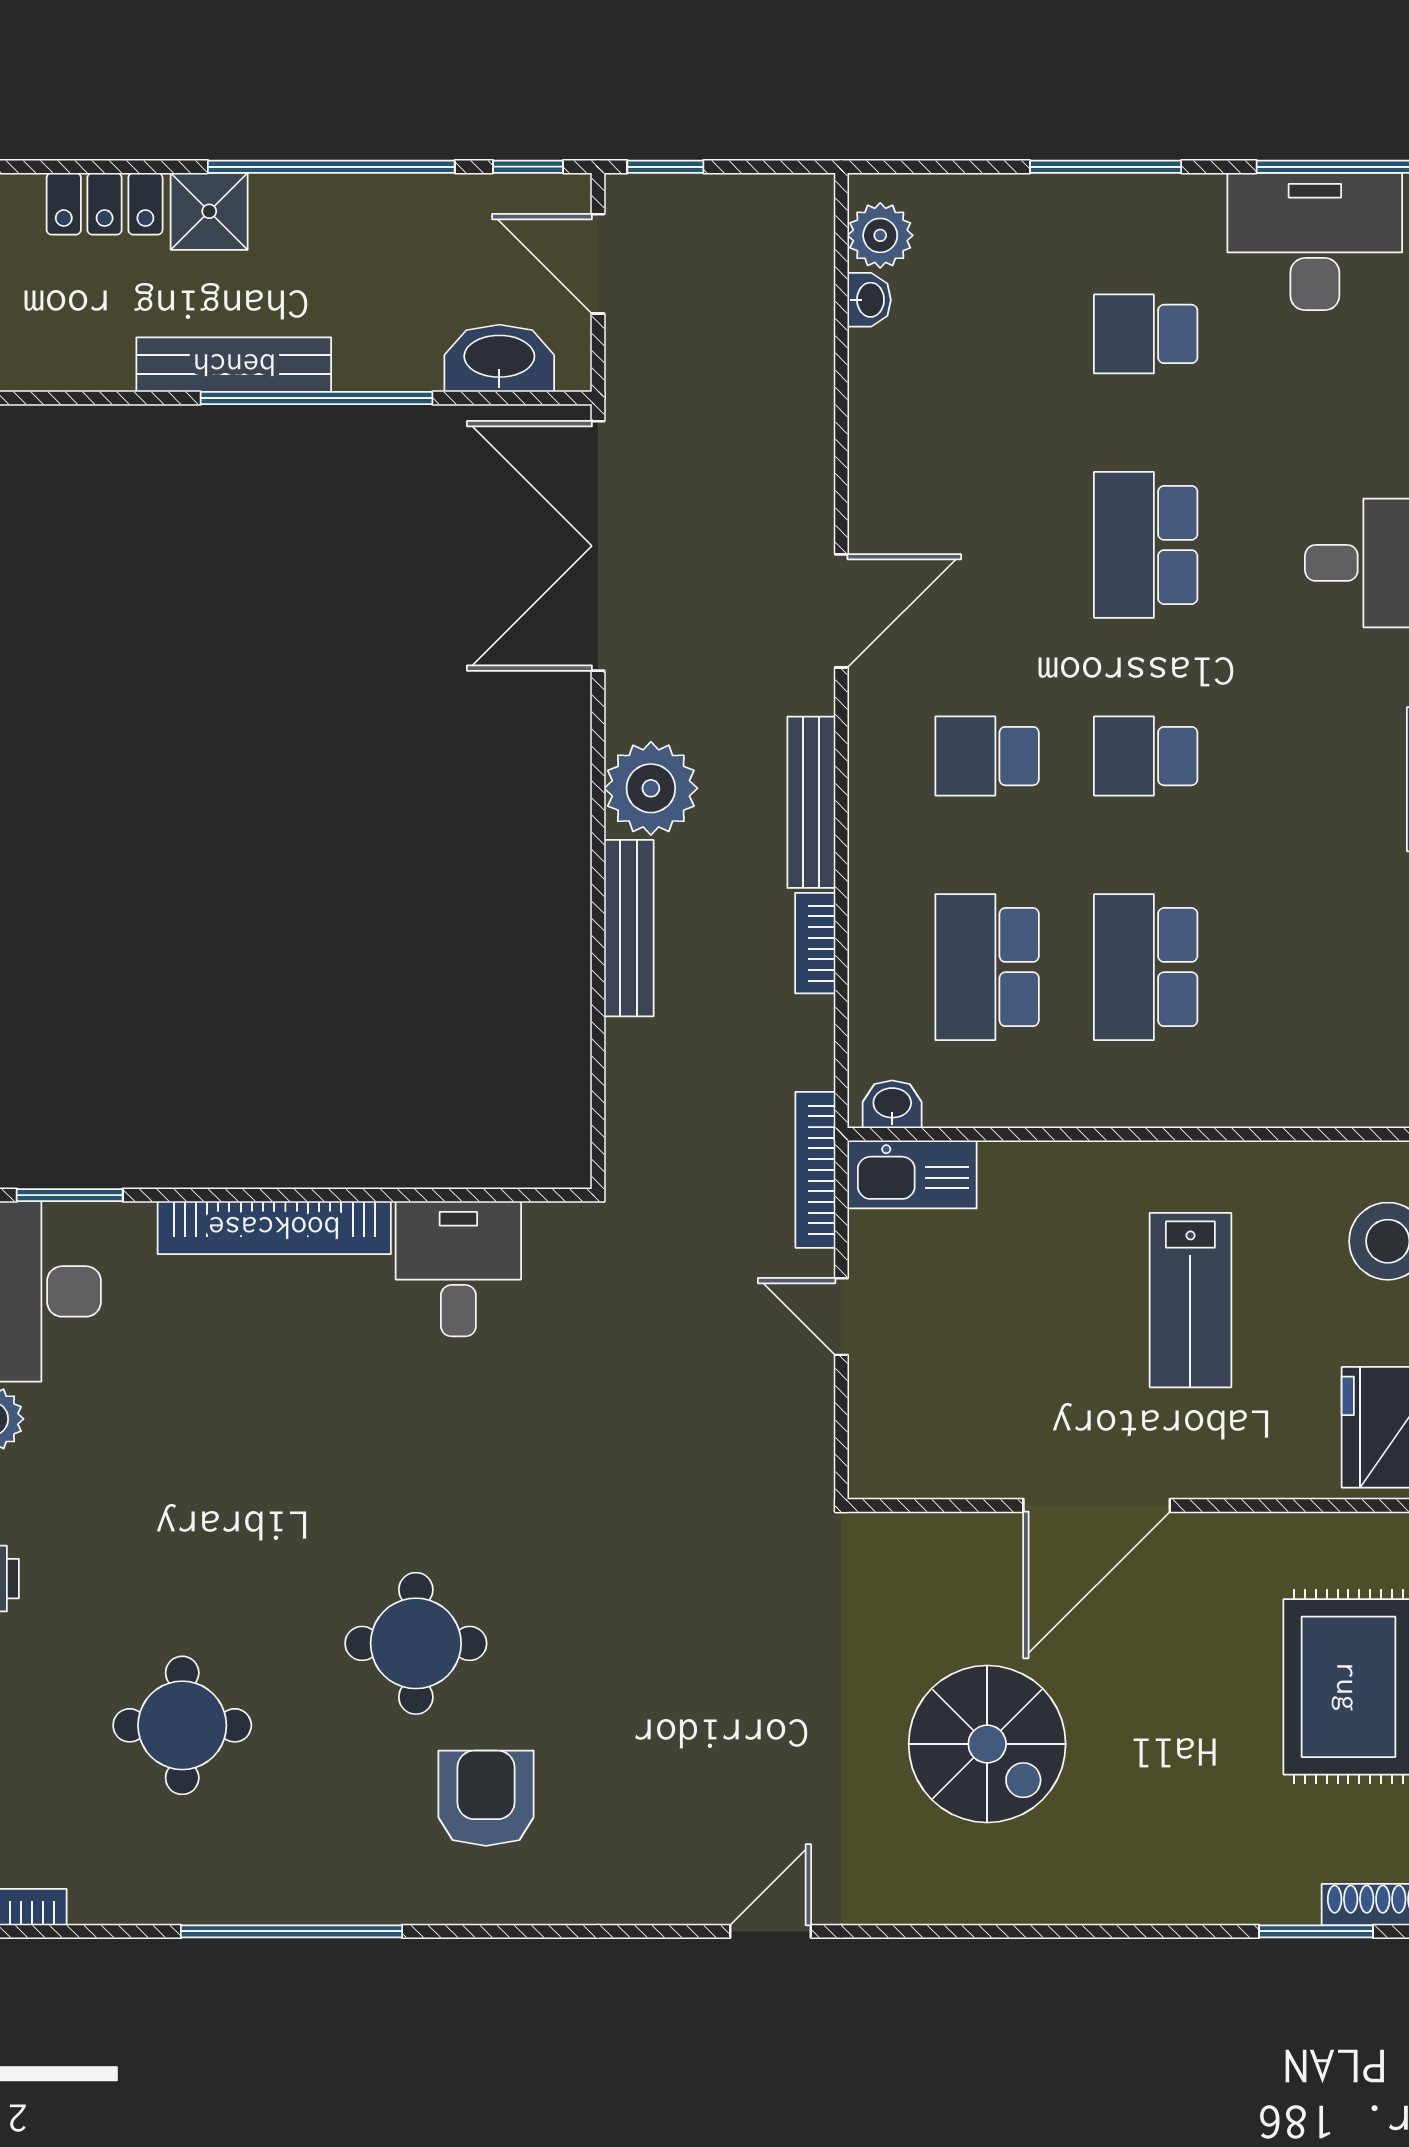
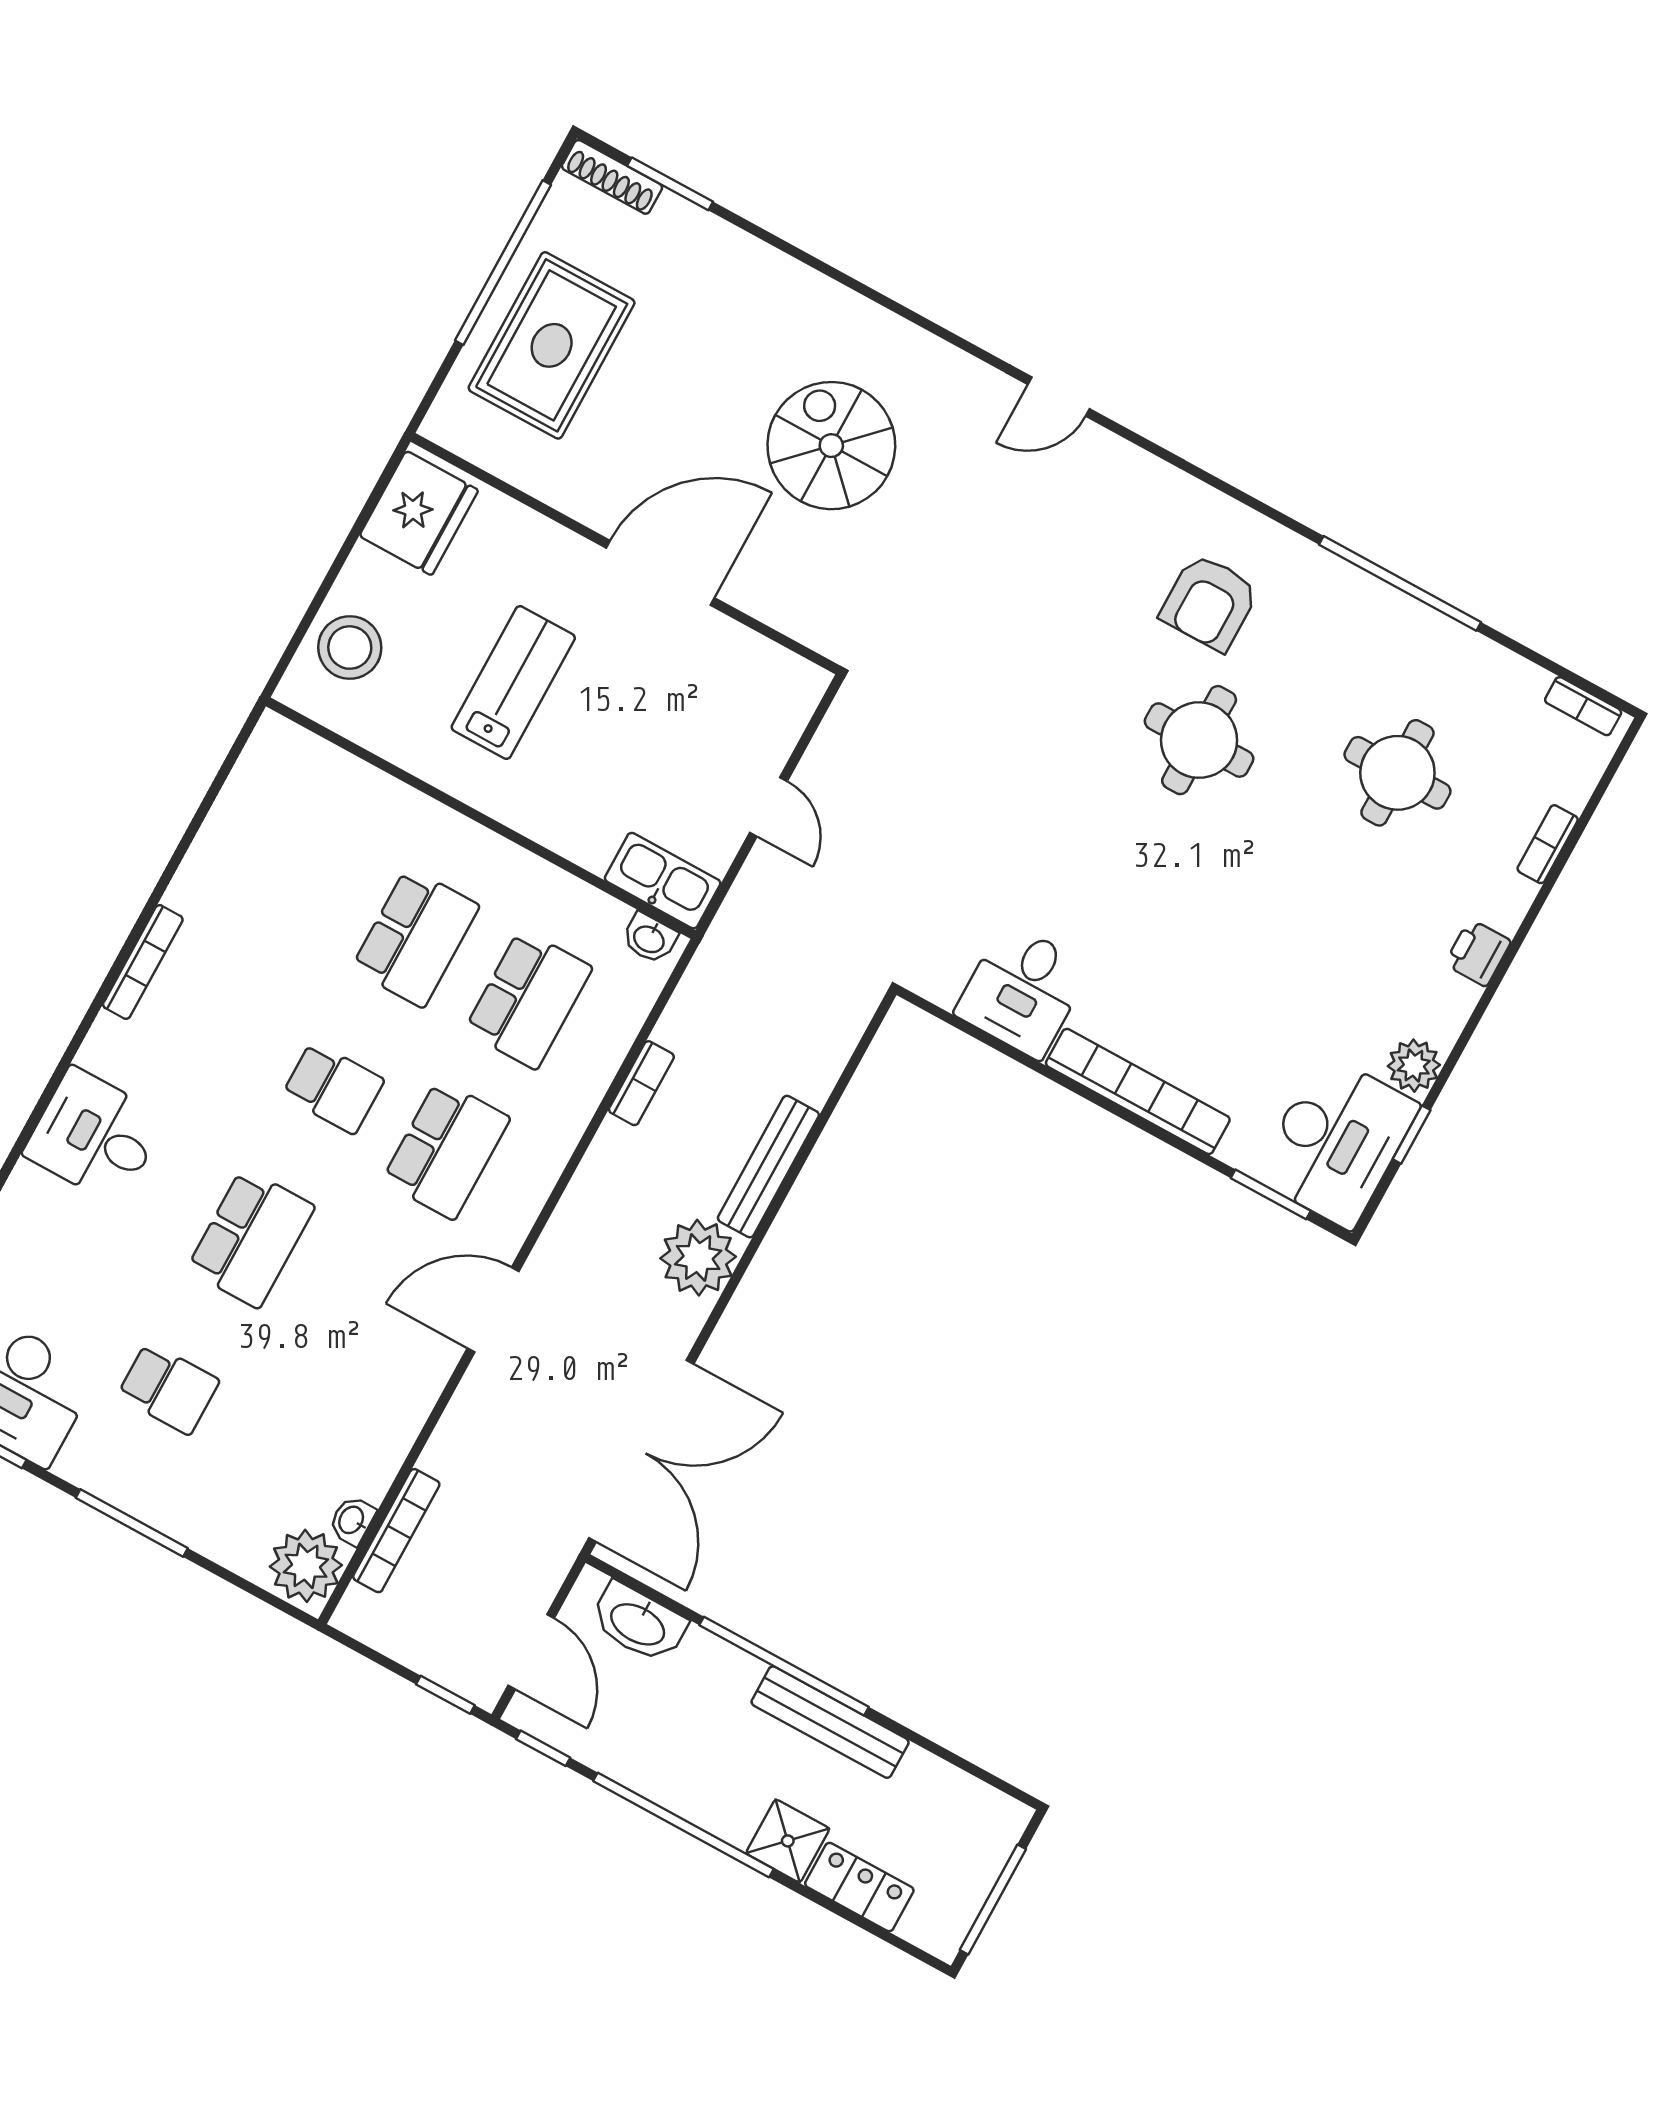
plant: (880, 235) -> (306, 1566), width x1.36, depth x1.36
school desk: (987, 756) -> (446, 1149), width x1.85
bench: (811, 802) -> (589, 1185), removed
bookcase: (815, 1170) -> (396, 1531), moved

